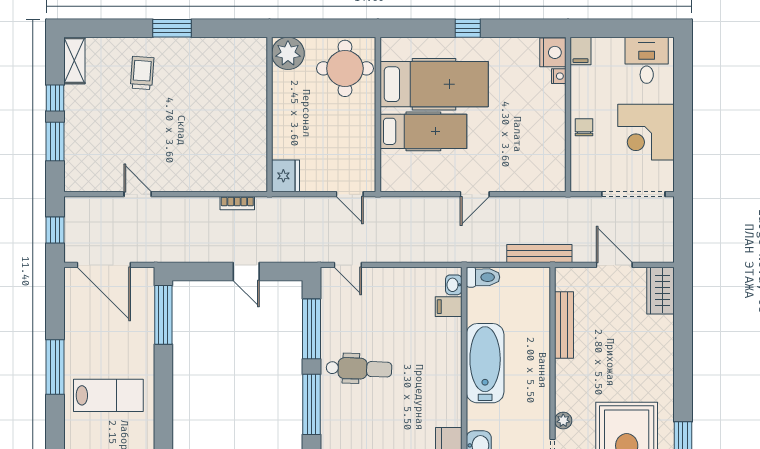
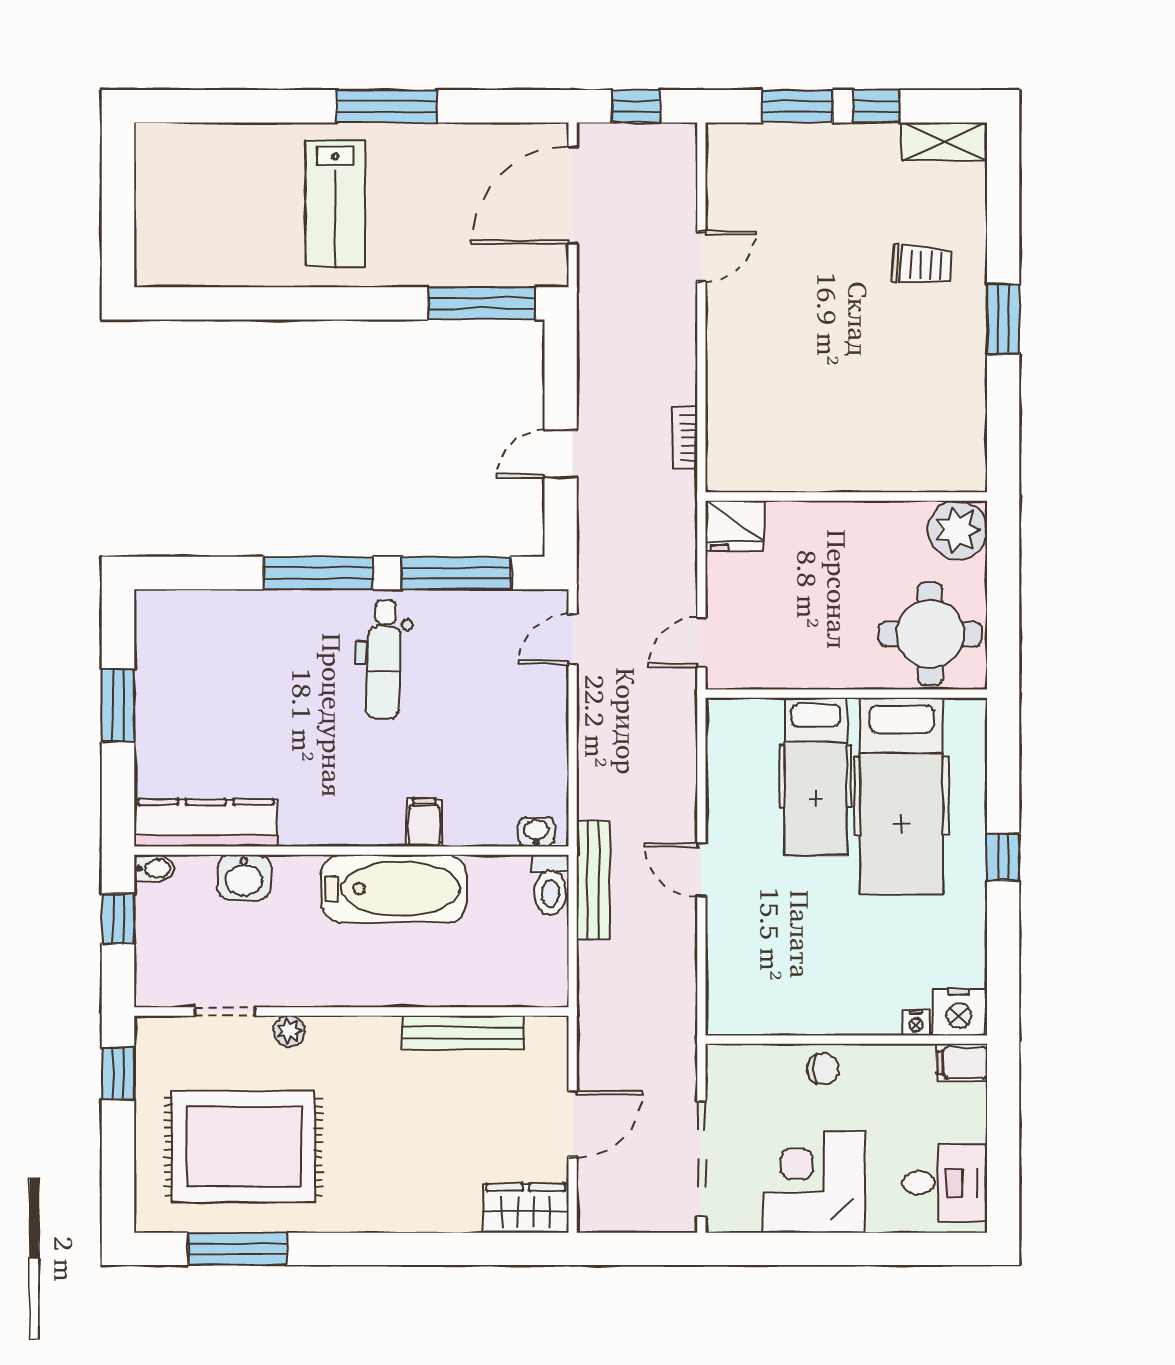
bench: (539, 254) -> (593, 880), moved
filing cabinet: (449, 307) -> (424, 822), moved

